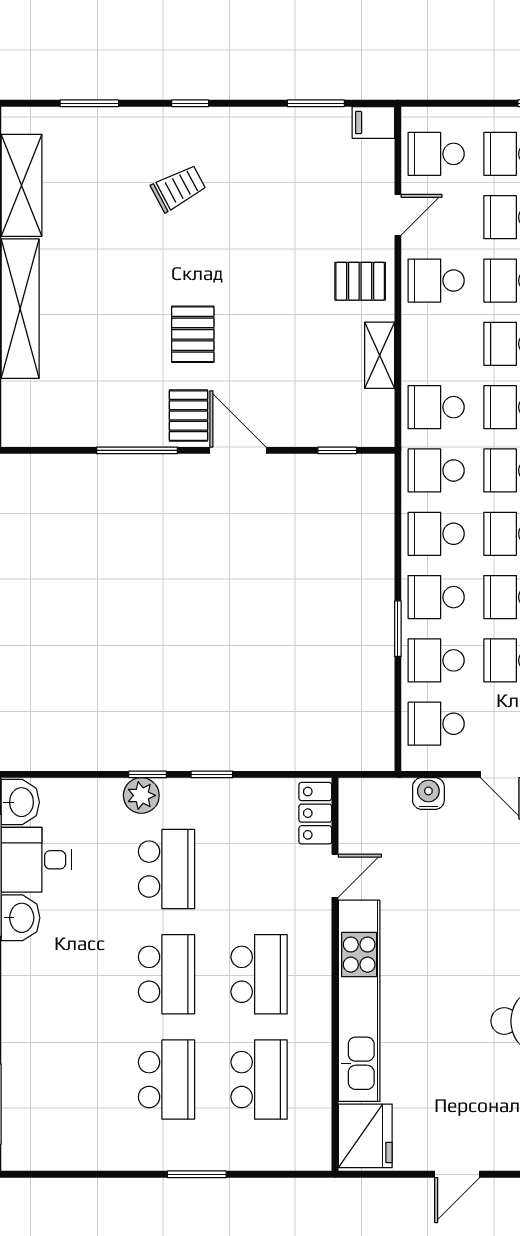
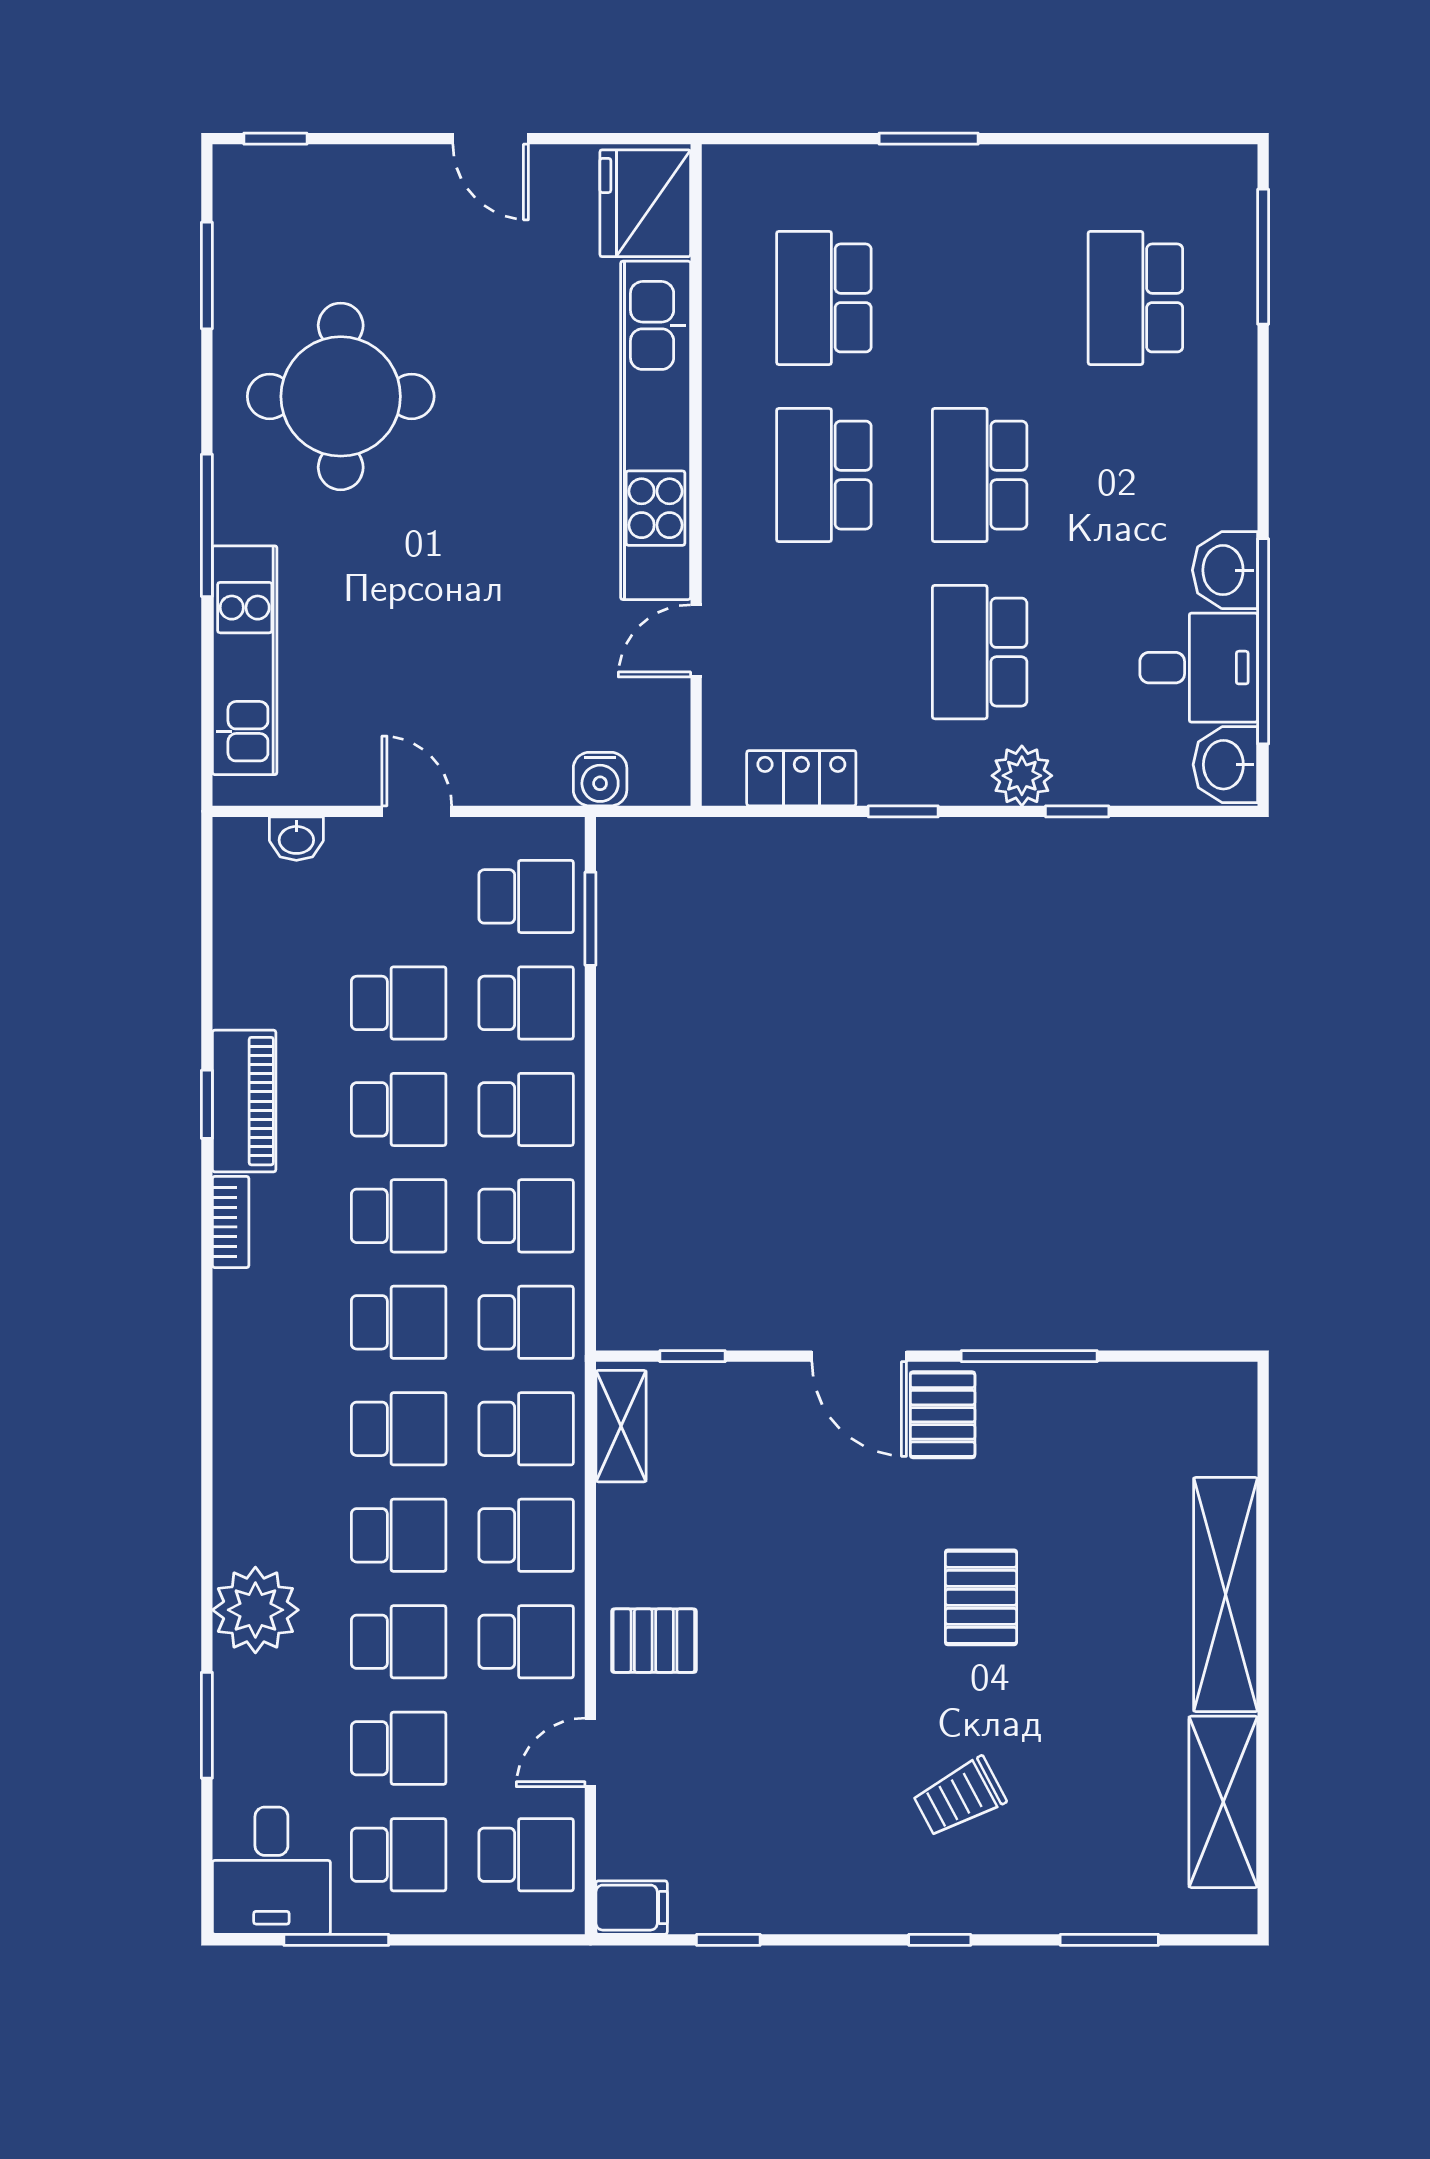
window: (316, 103) -> (728, 1940), width x0.67
pallet: (193, 334) -> (981, 1597), moved
school desk: (436, 344) -> (526, 1535), added
shelving: (380, 355) -> (621, 1426), moved
window: (398, 629) -> (590, 919), moved
window: (148, 774) -> (1077, 811), moved
water cooler: (428, 794) -> (600, 779), moved
locker: (315, 813) -> (801, 778), moved, turned -90
school desk: (166, 1080) -> (1135, 298), moved
door: (457, 1174) -> (491, 139), swing flipped

